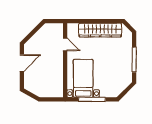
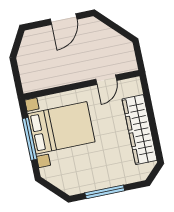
door: (22, 63) -> (64, 19), hinge flipped
bed with nightstands: (83, 78) -> (61, 128), width x1.36

